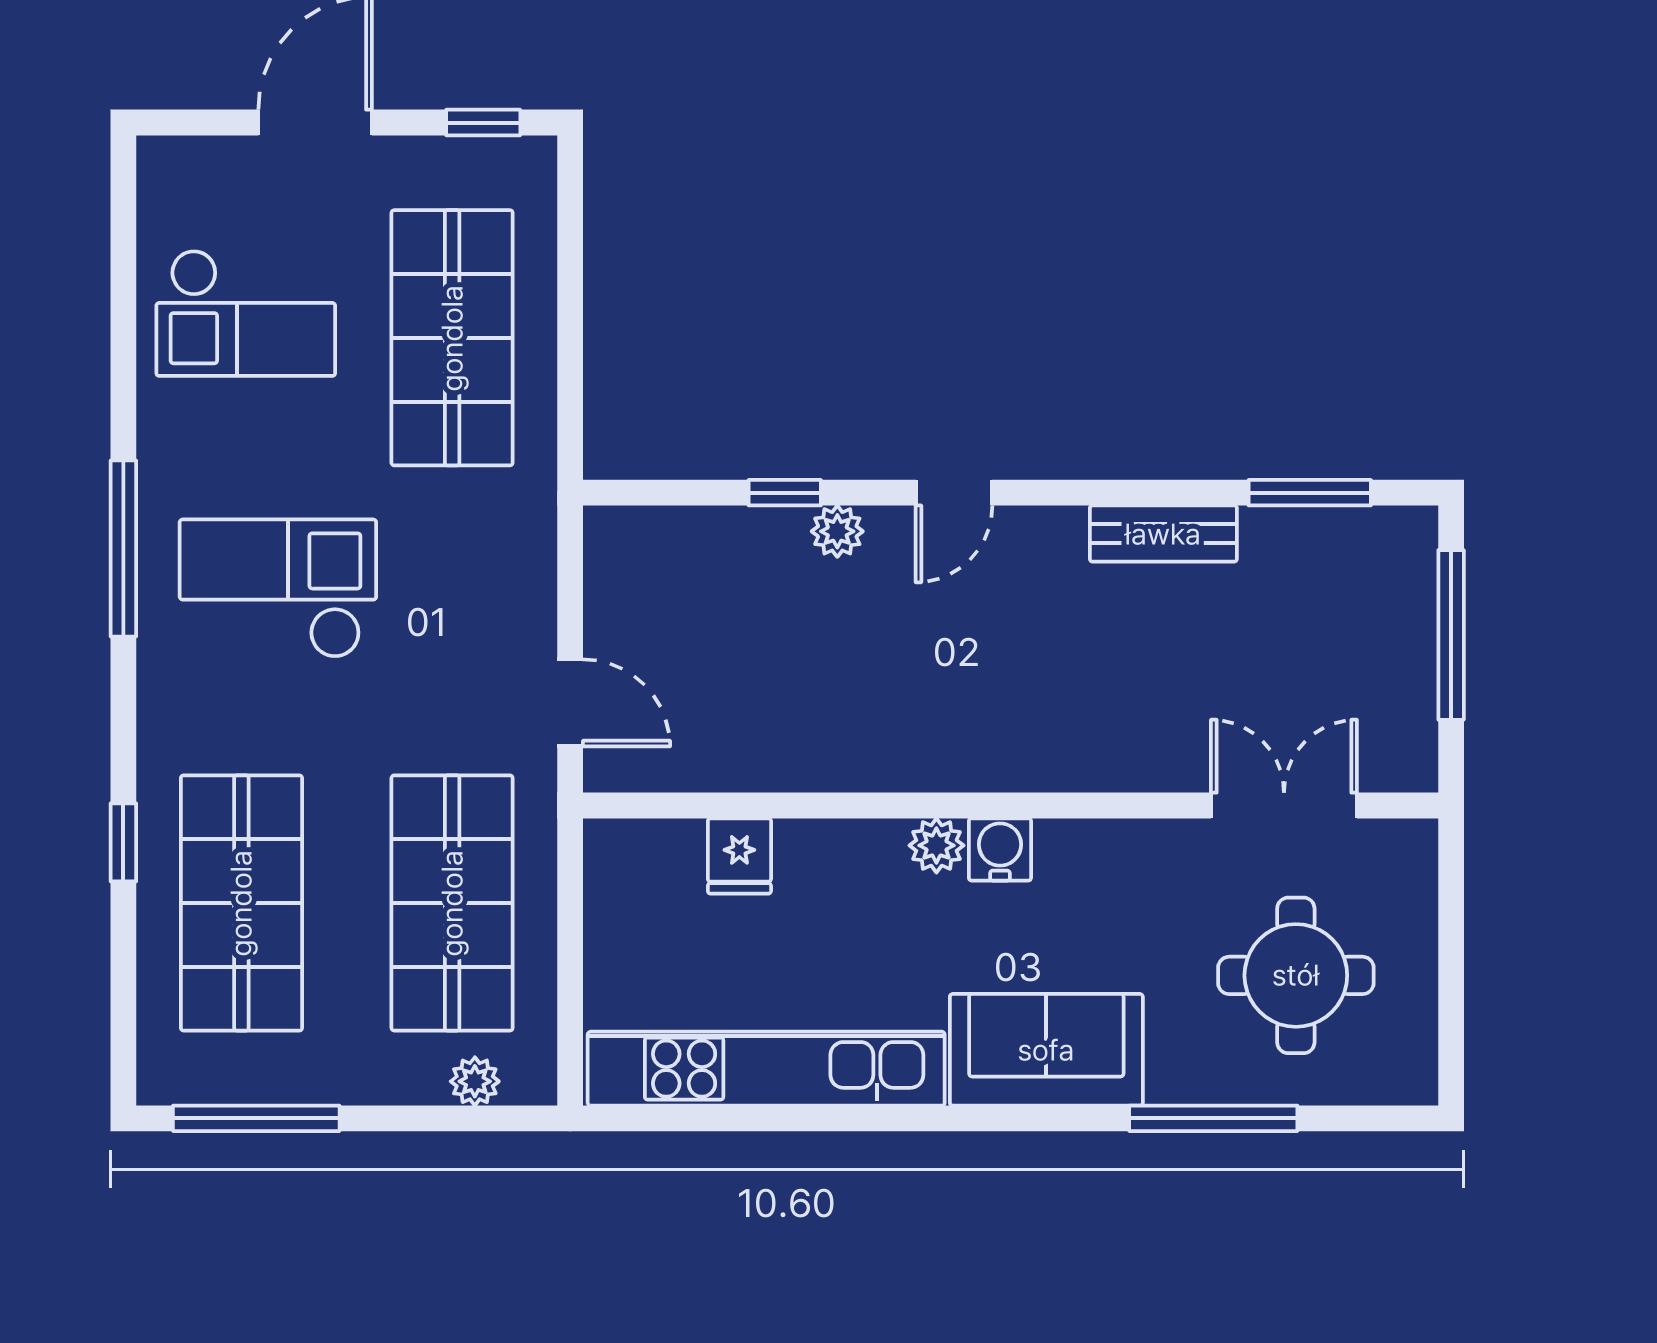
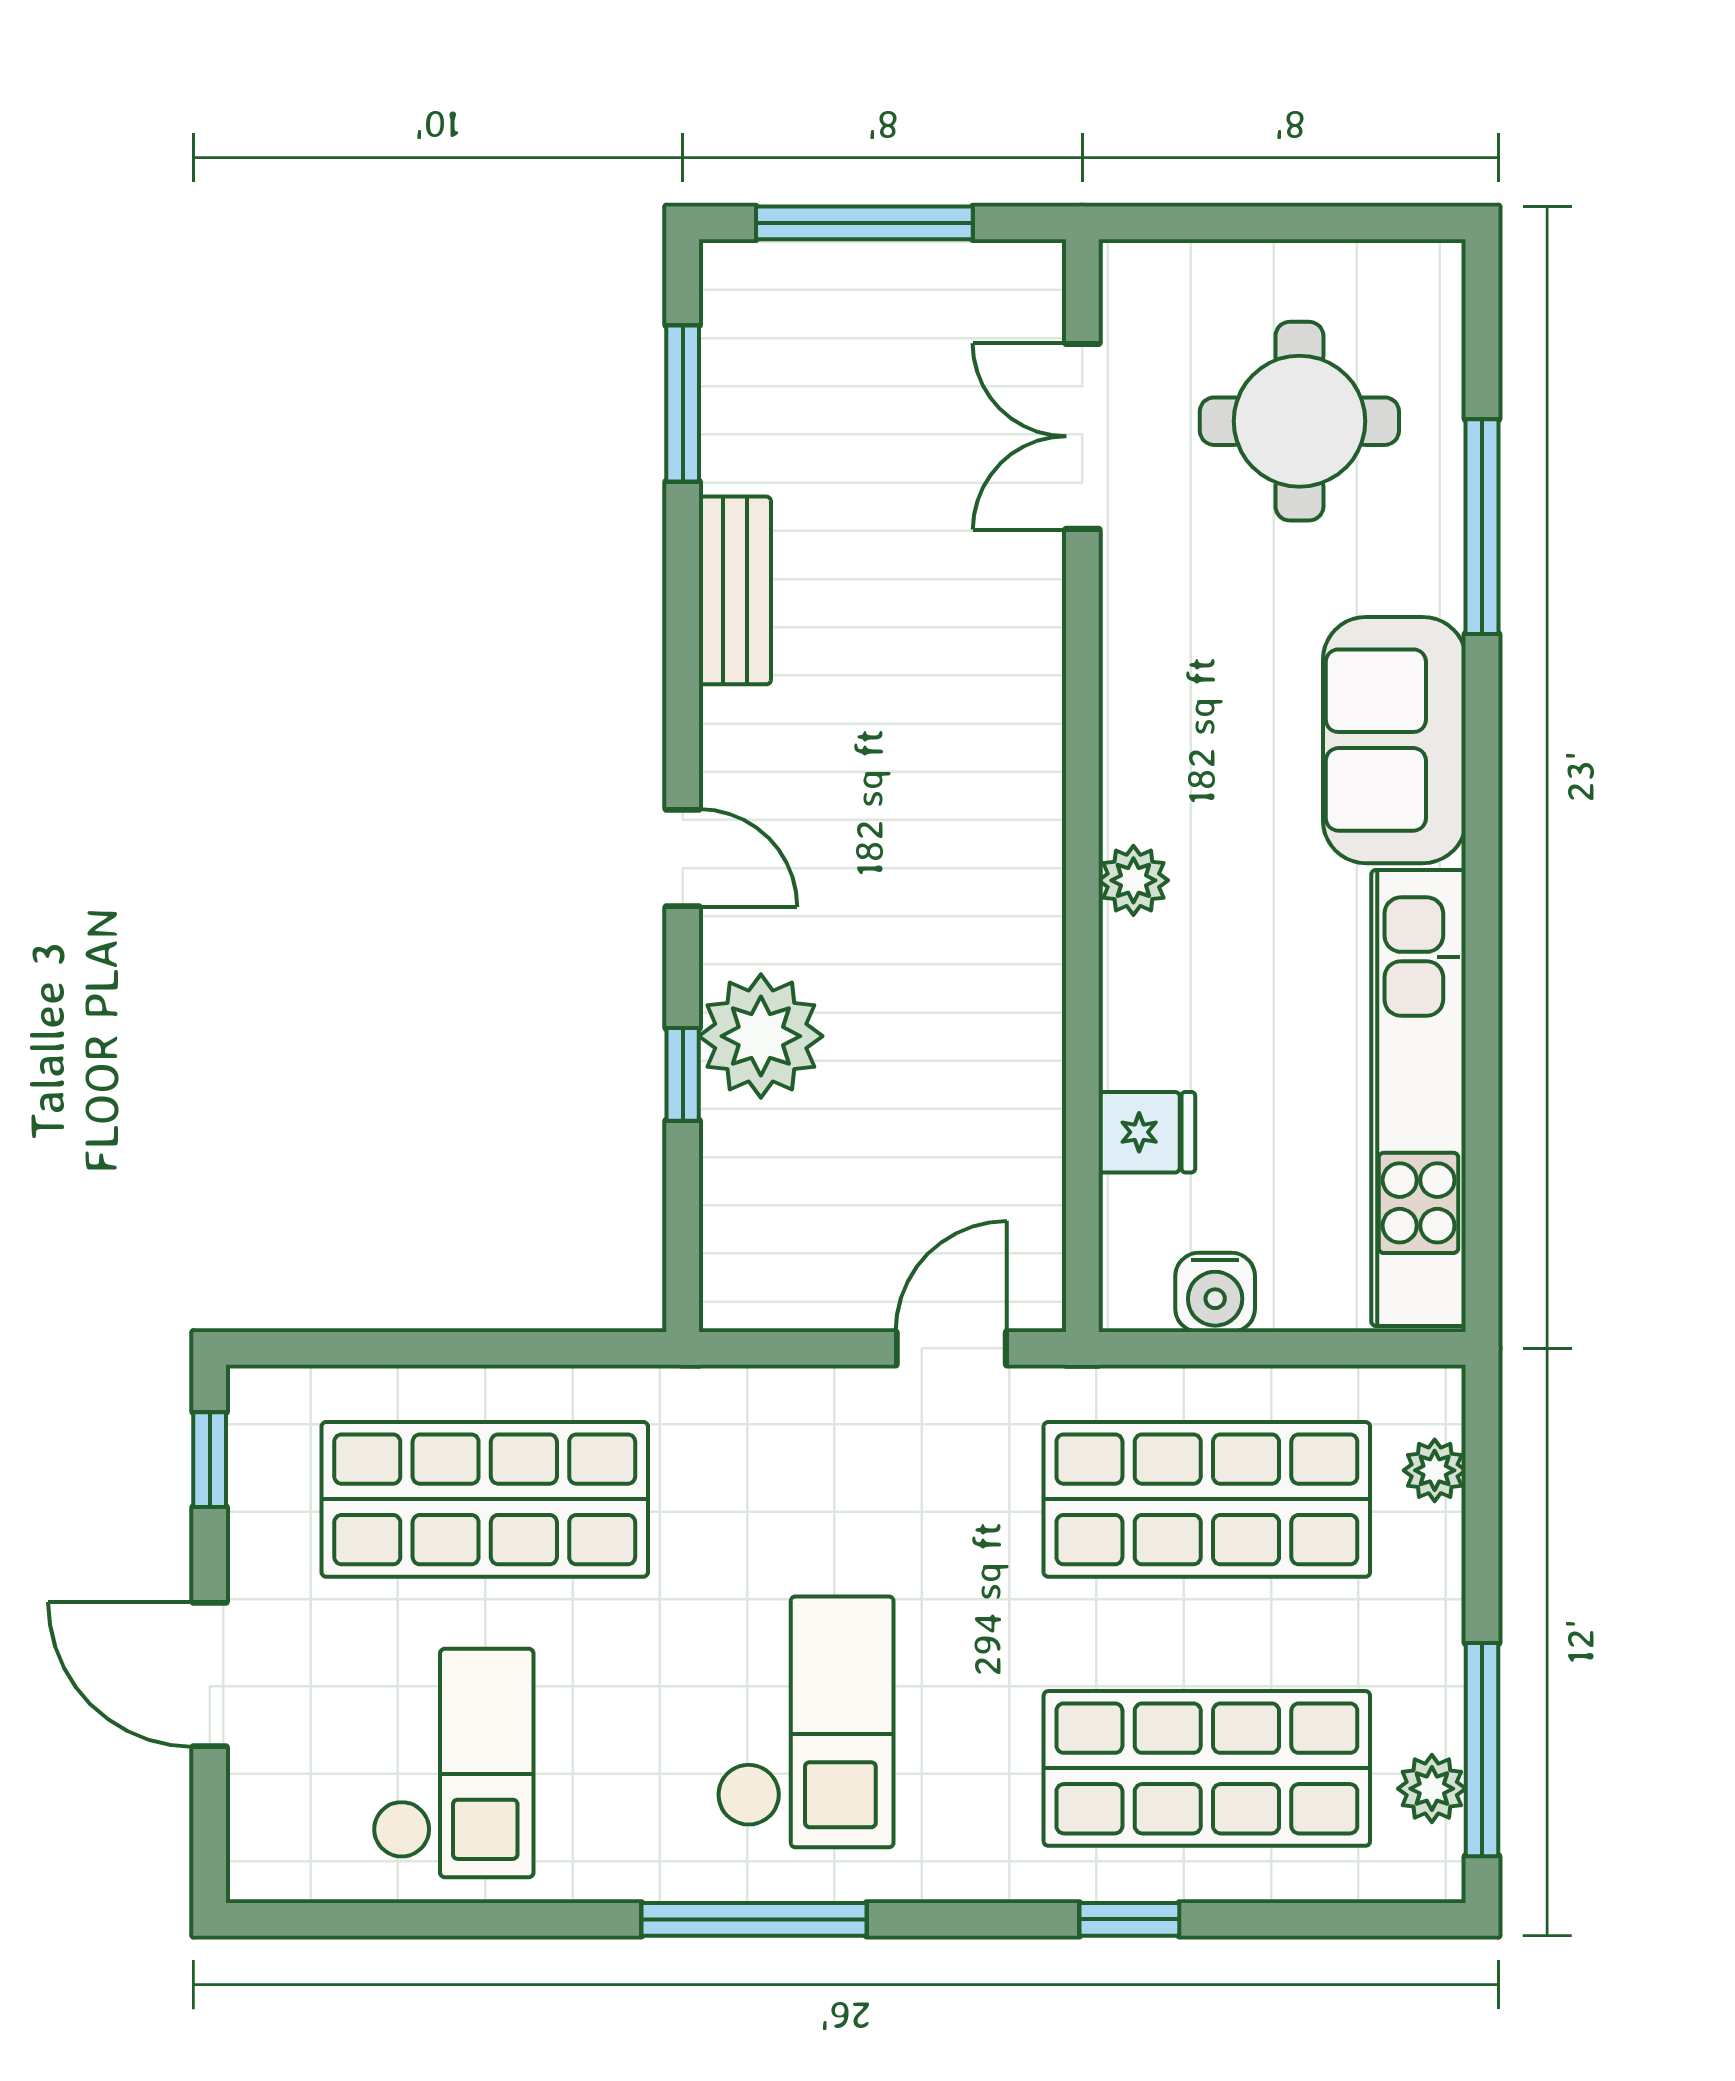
plant: (837, 531) -> (761, 1036), width x1.87, depth x1.87
checkout: (278, 589) -> (805, 1722), turned 180
water cooler: (1000, 849) -> (1215, 1292), moved, turned -90
plant: (226, 1079) -> (1432, 1789), added

